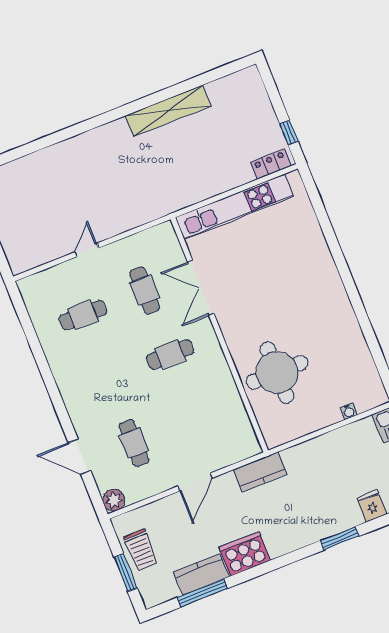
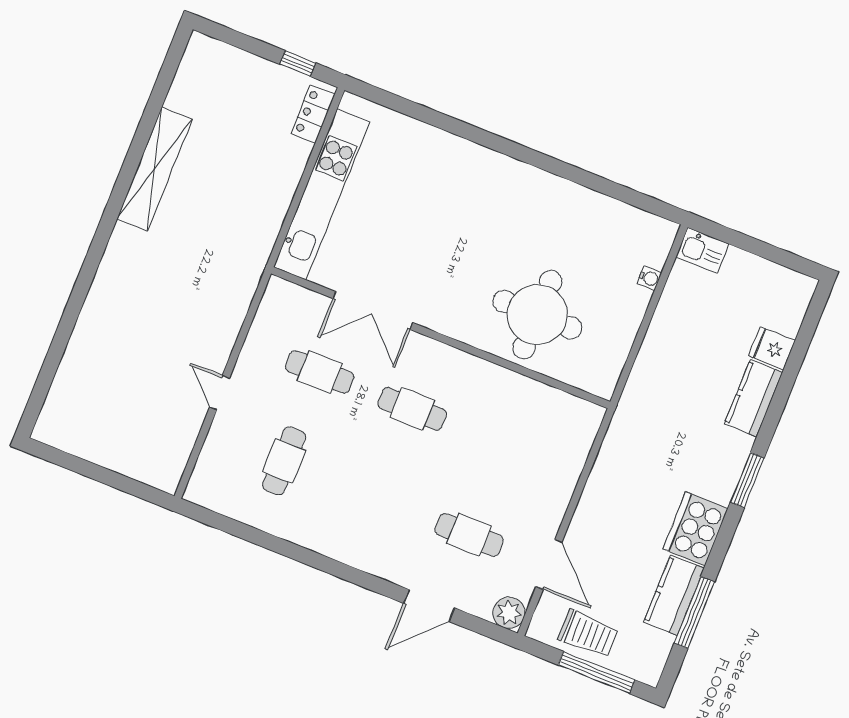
cafe table: (170, 354) -> (412, 409), turned 90
kitchen counter: (260, 472) -> (754, 398), moved, turned 180
door: (195, 482) -> (549, 564), moved
window: (340, 538) -> (747, 480), moved
window: (126, 572) -> (596, 673), width x1.44

